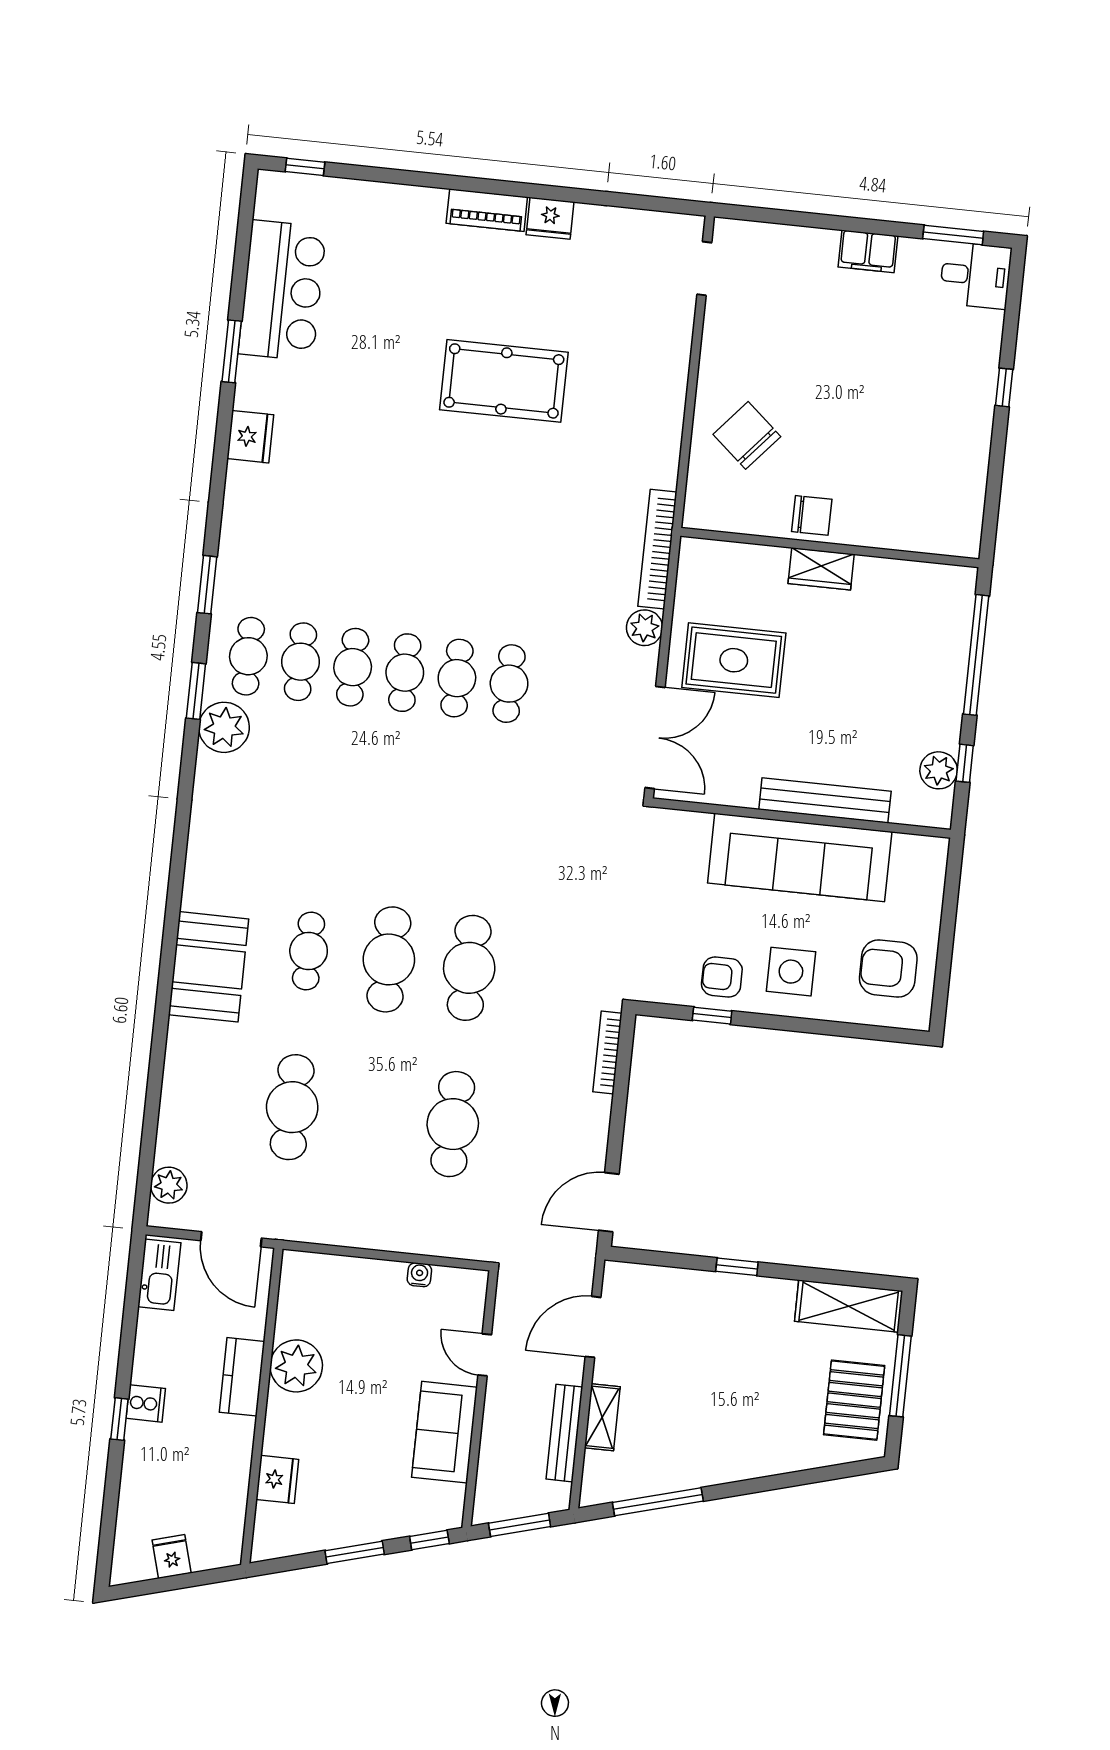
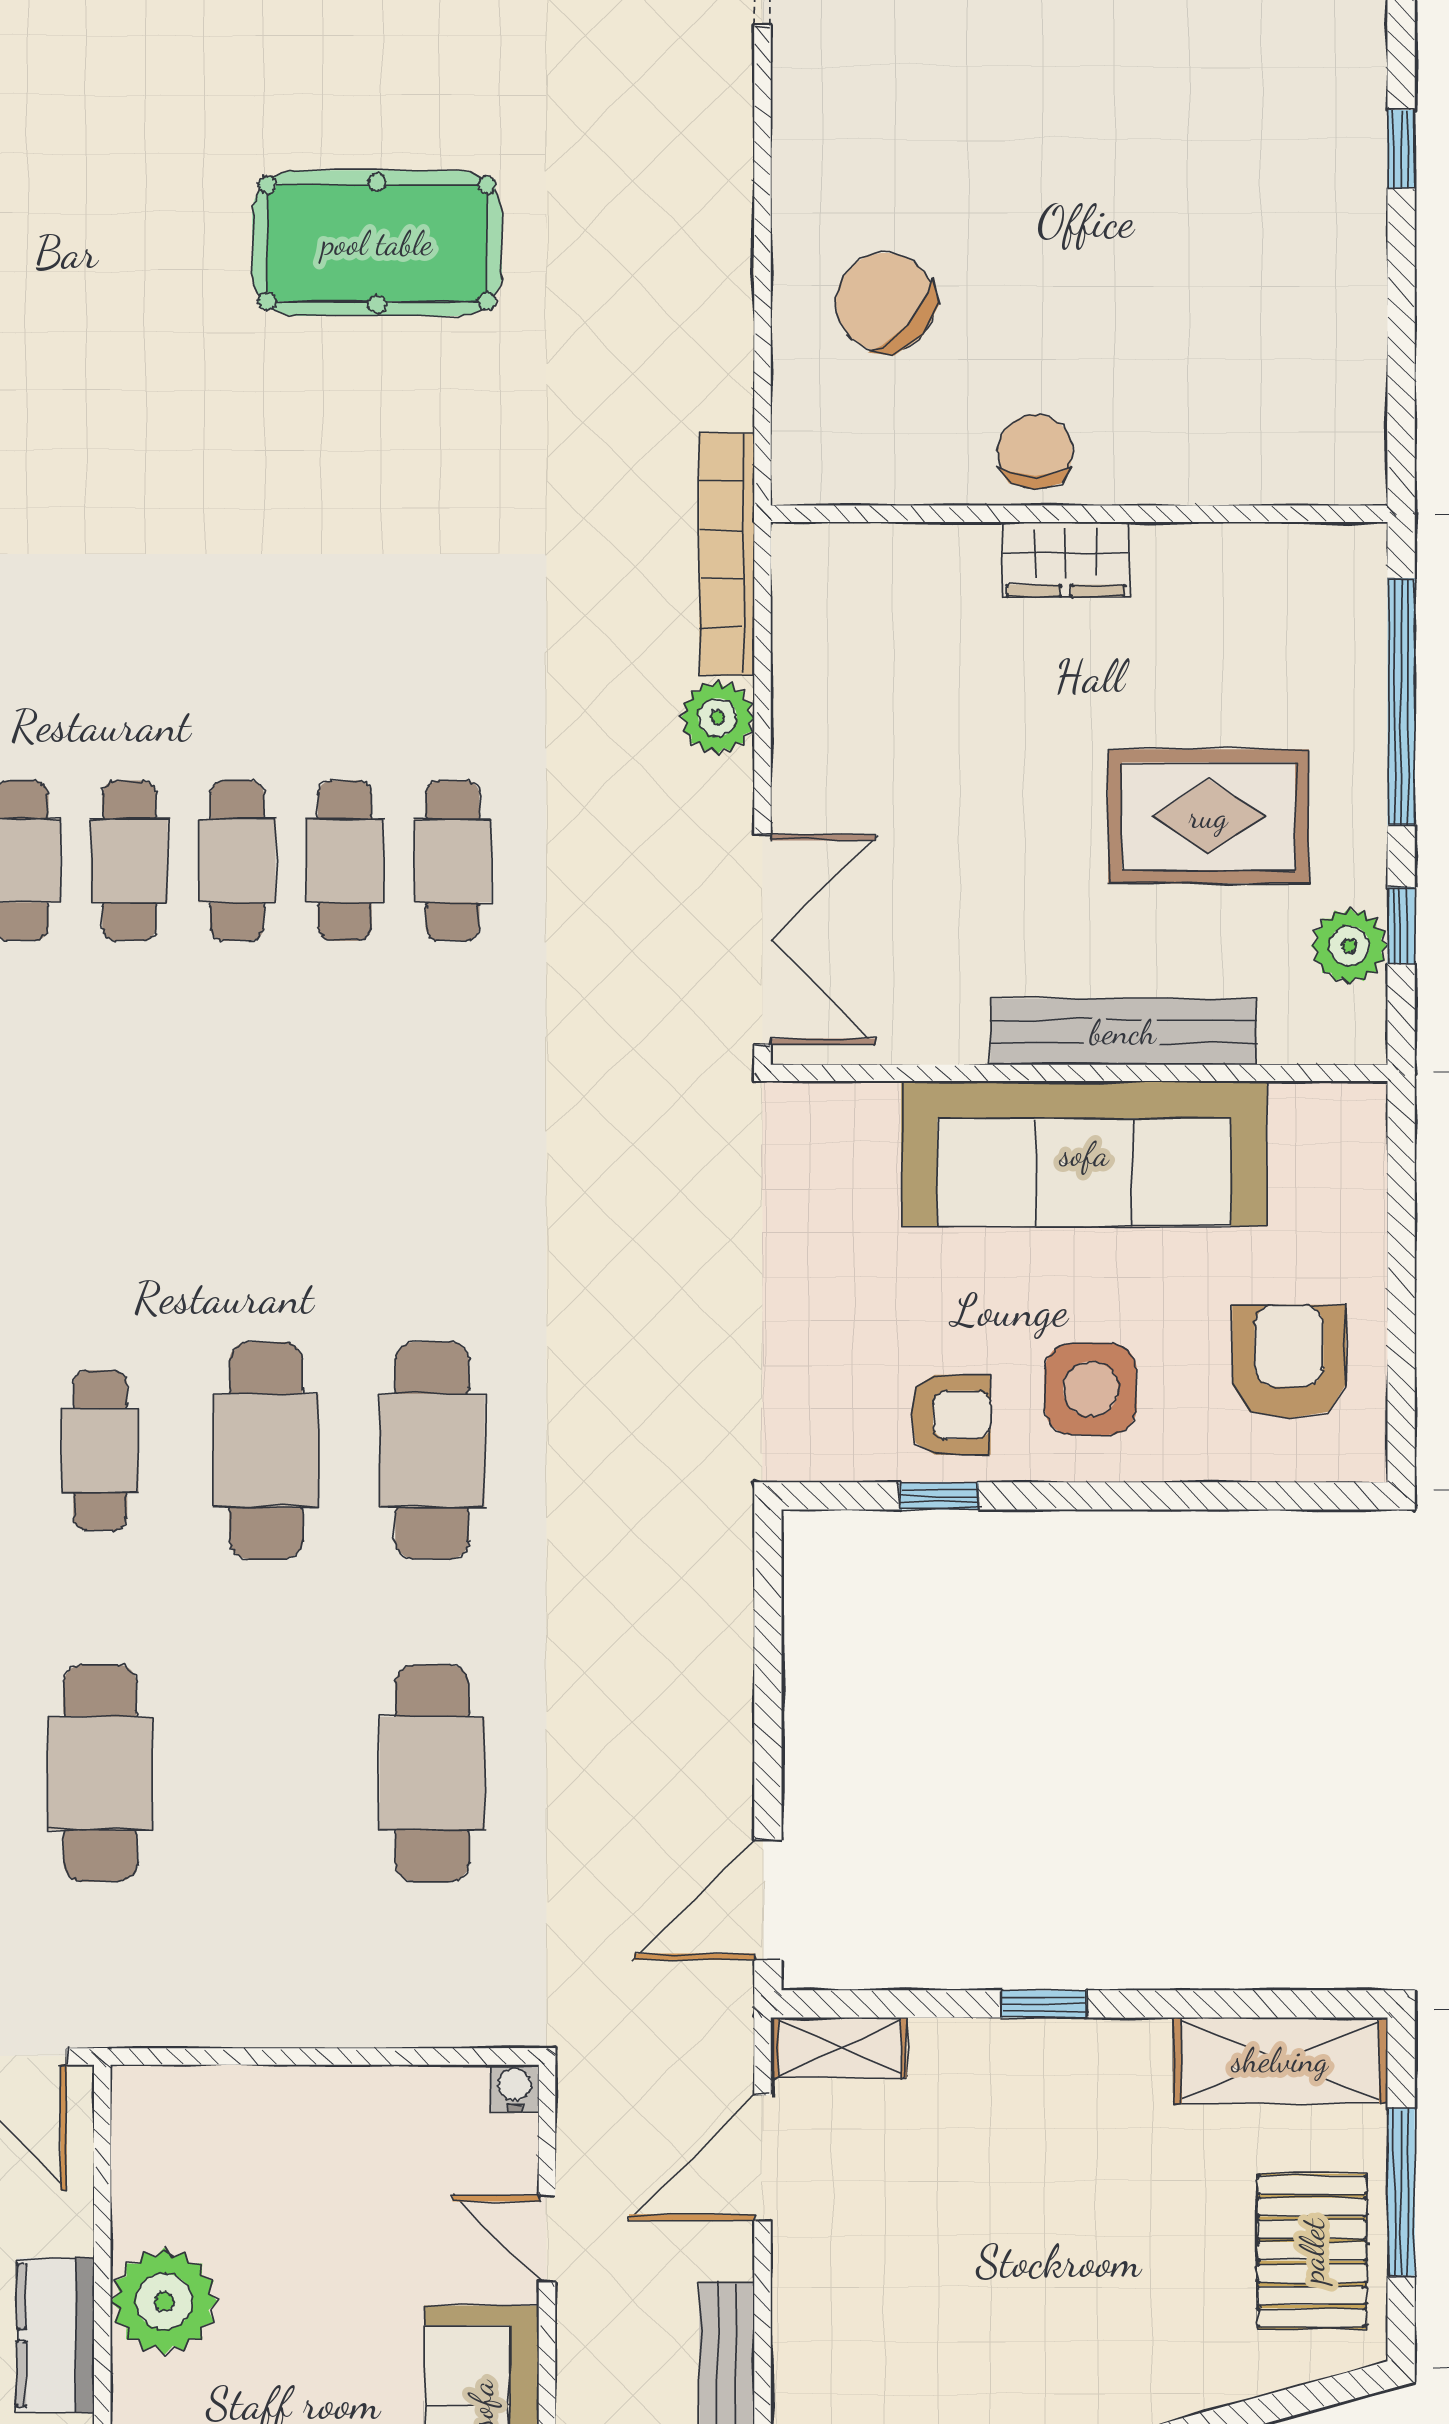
chair: (812, 515) -> (1035, 452), turned -90
rug: (734, 660) -> (1208, 816), moved
armchair: (888, 968) -> (1289, 1362), turned 90
armchair: (722, 977) -> (951, 1415), turned 180
bookcase: (607, 1053) -> (733, 1594), removed
water cooler: (419, 1275) -> (515, 2088), moved
shelving: (602, 1417) -> (840, 2047), moved, turned 90

